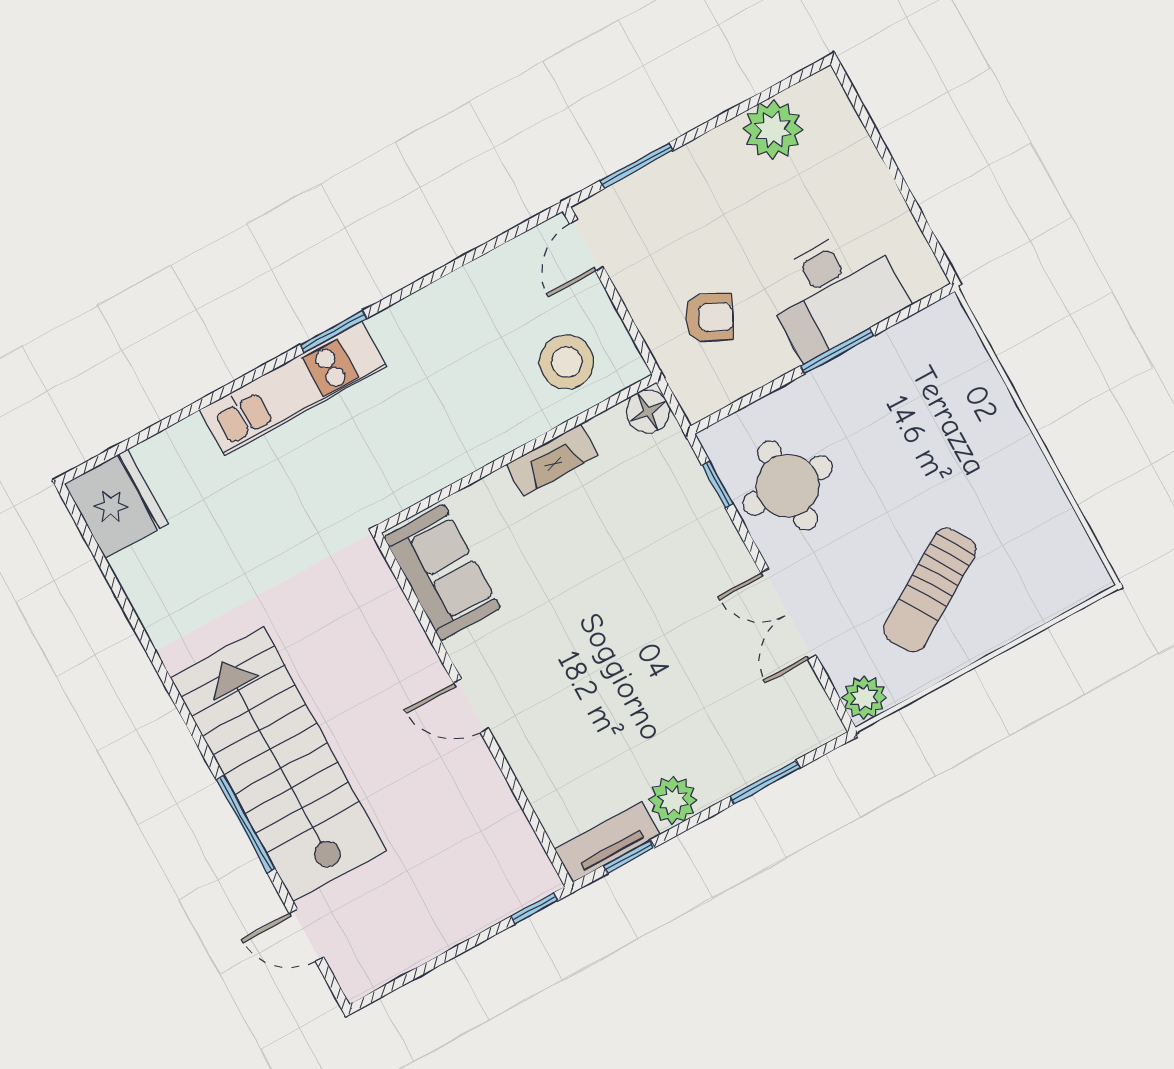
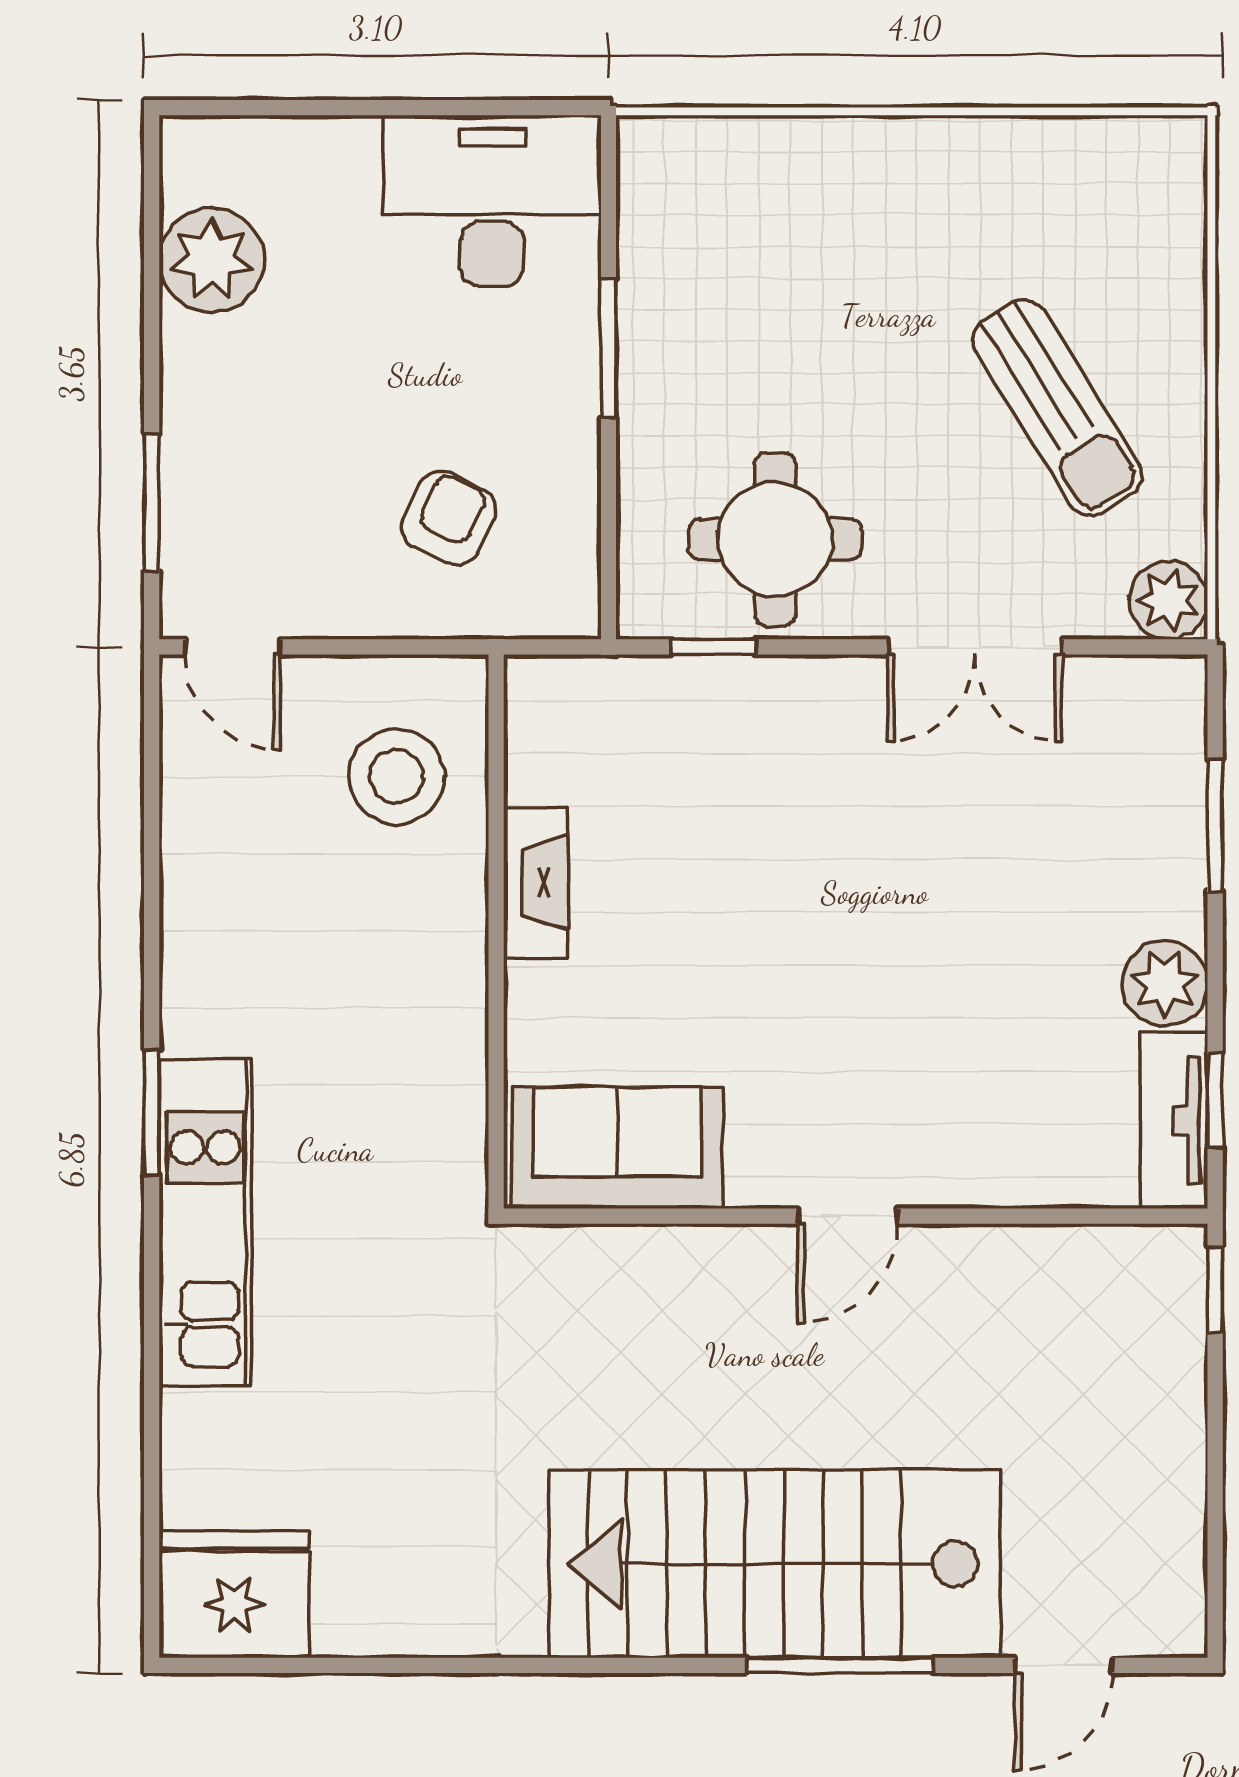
desk: (835, 292) -> (492, 201), moved, turned -90
floor lamp: (648, 411) -> (542, 693), removed

